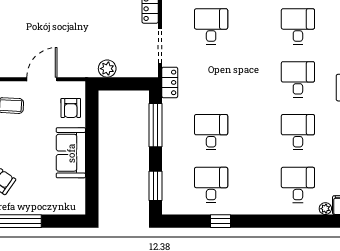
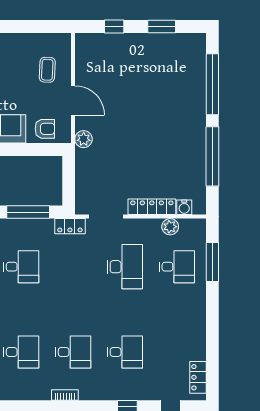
desk: (211, 26) -> (125, 267), width x1.37
plant: (107, 69) -> (84, 139), moved
armchair: (71, 108) -> (45, 129), turned 180

